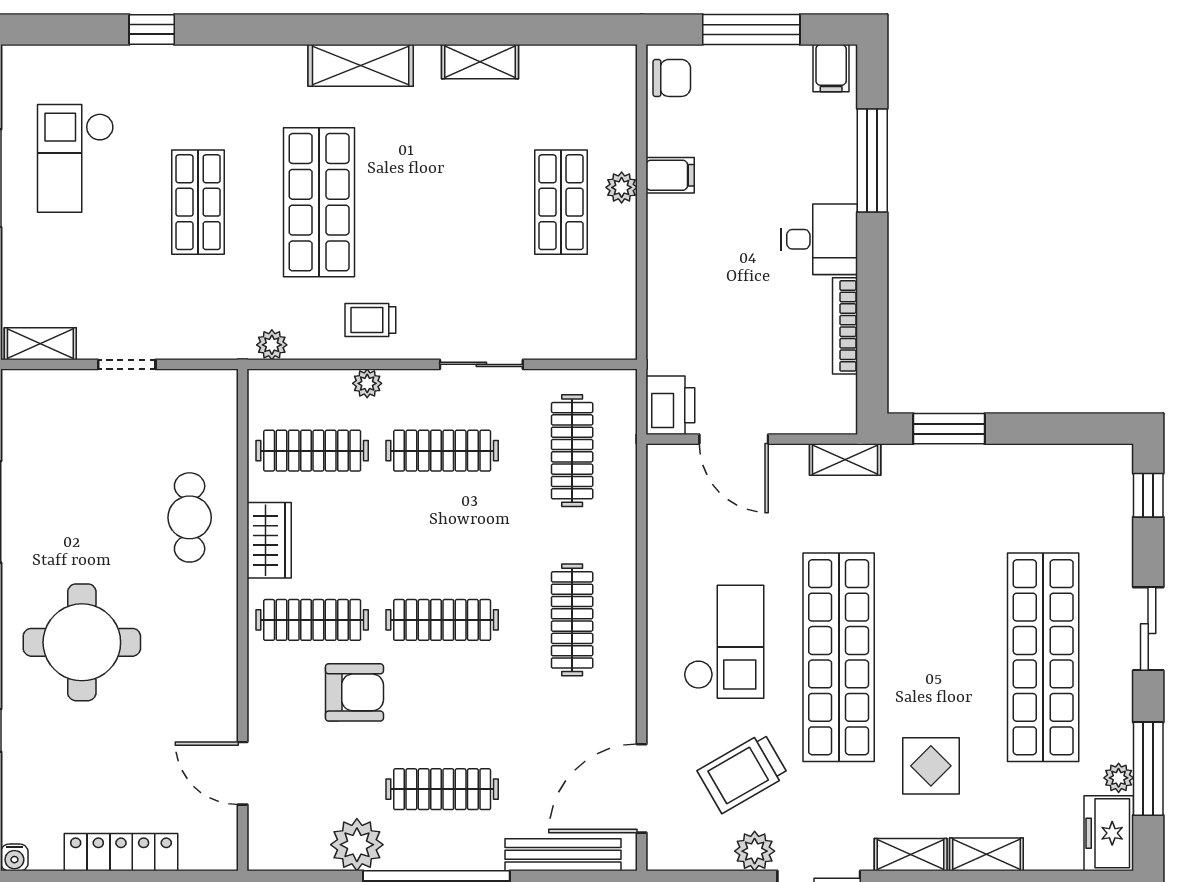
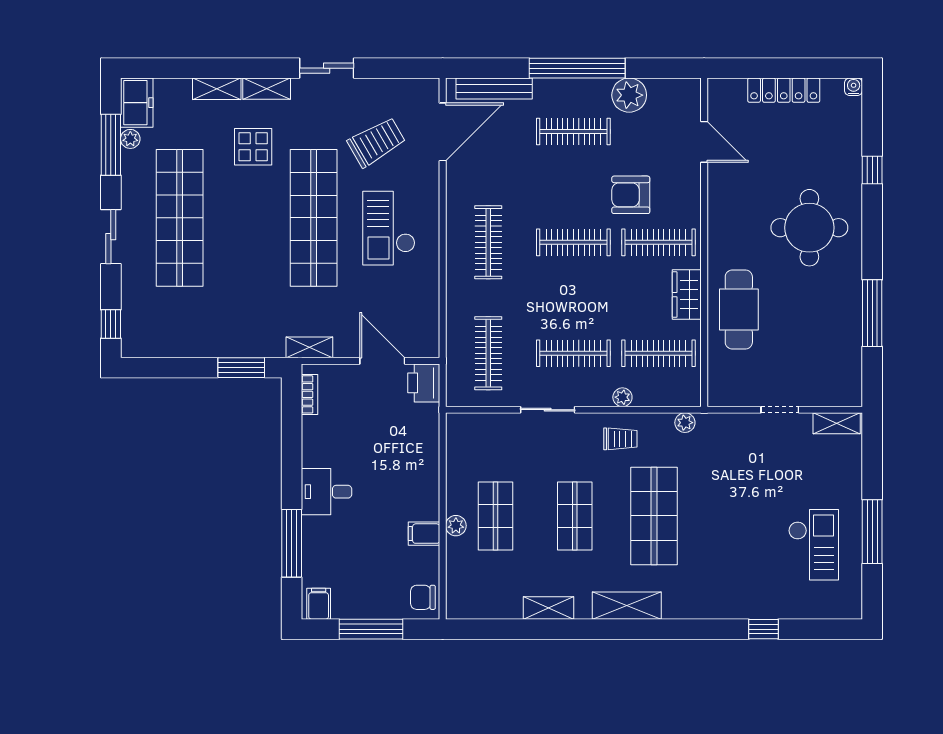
shop shelf: (198, 202) -> (575, 516), moved
bookcase: (845, 326) -> (310, 394), moved, width x0.64
cafe table: (190, 517) -> (739, 309), width x1.37, depth x1.35
plant: (755, 851) -> (369, 91), removed

